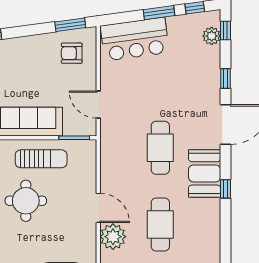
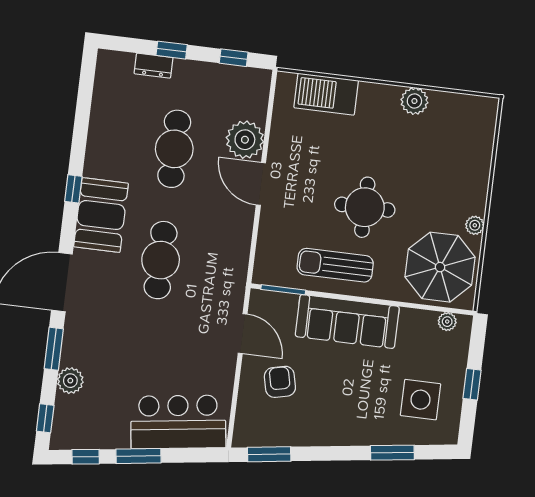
plant: (212, 36) -> (70, 381), moved
armchair: (72, 53) -> (280, 382), moved, turned -103
window: (226, 78) -> (54, 349), width x1.50

